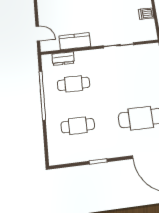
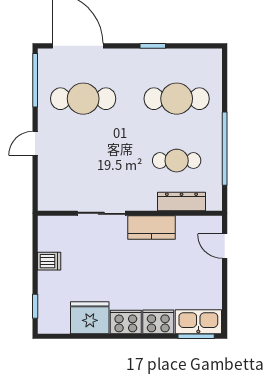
kitchen counter: (75, 41) -> (152, 228), moved
dresser: (63, 59) -> (182, 202), width x1.44
cafe table: (78, 126) -> (177, 99), width x1.37, depth x1.35

